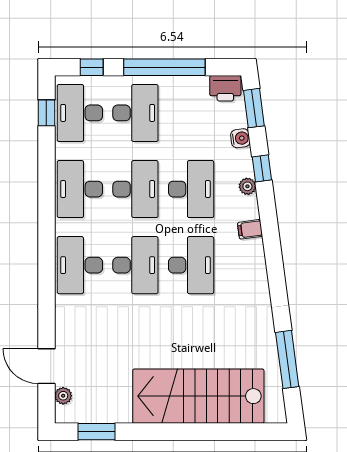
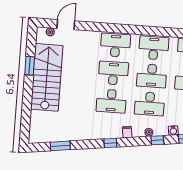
window: (274, 261) -> (110, 143), added
desk: (135, 265) -> (113, 73), turned 180
window: (287, 359) -> (60, 146), width x0.69
stairs: (198, 396) -> (47, 77), moved
window: (96, 432) -> (30, 66), moved

